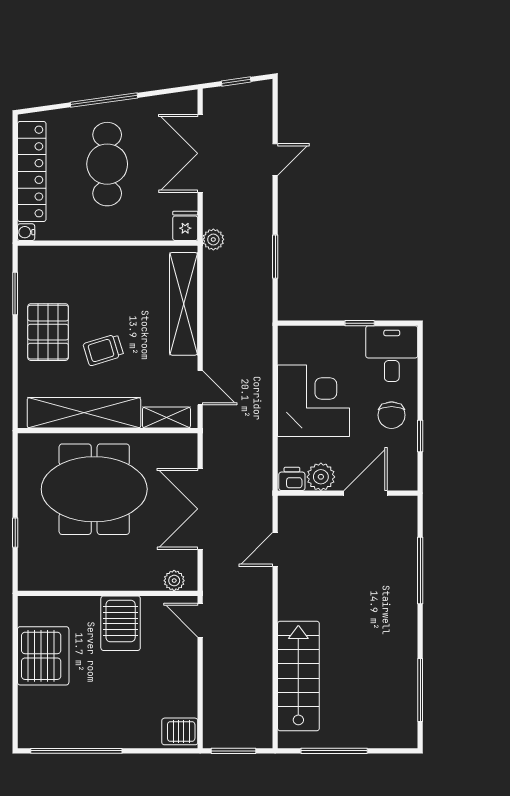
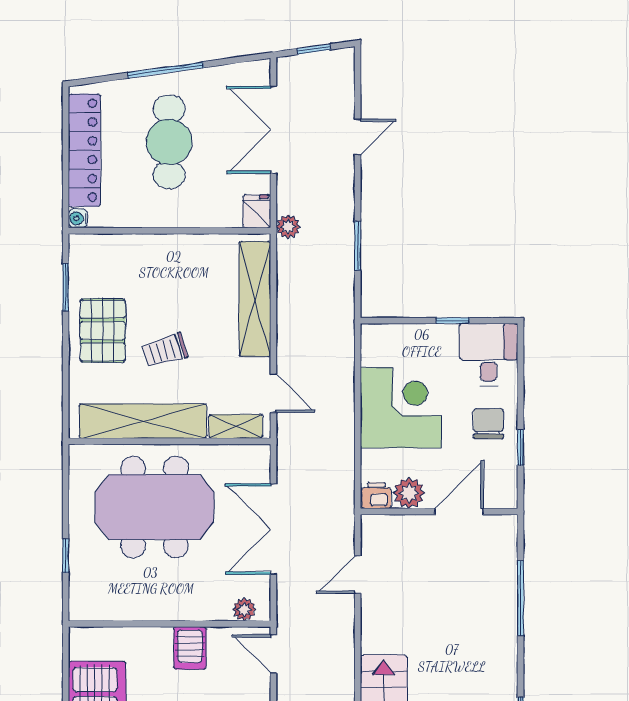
chair: (392, 415) -> (488, 424), turned 180
server rack: (121, 623) -> (190, 648), width x0.73, depth x0.70

